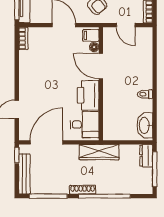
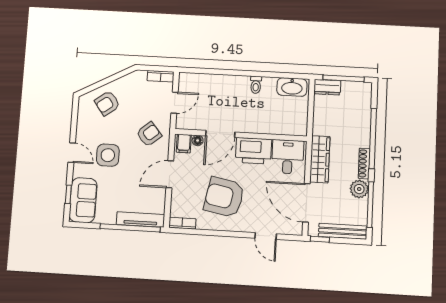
armchair: (47, 73) -> (224, 197), added
wardrobe: (99, 152) -> (320, 159), moved
plant: (61, 186) -> (359, 189), added

